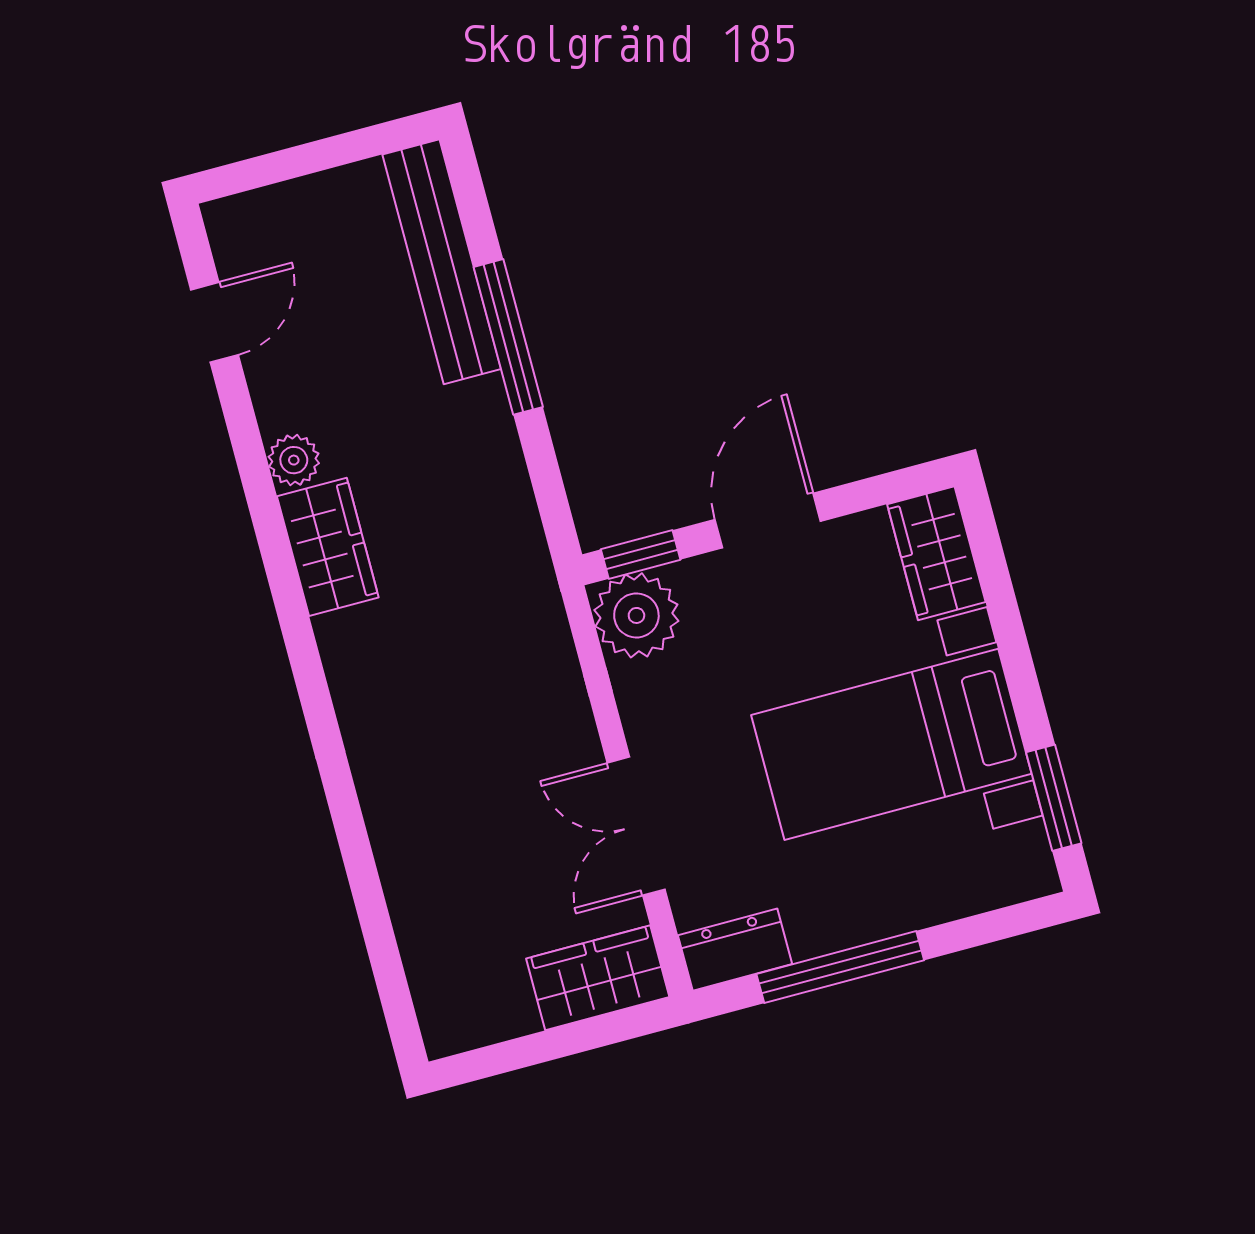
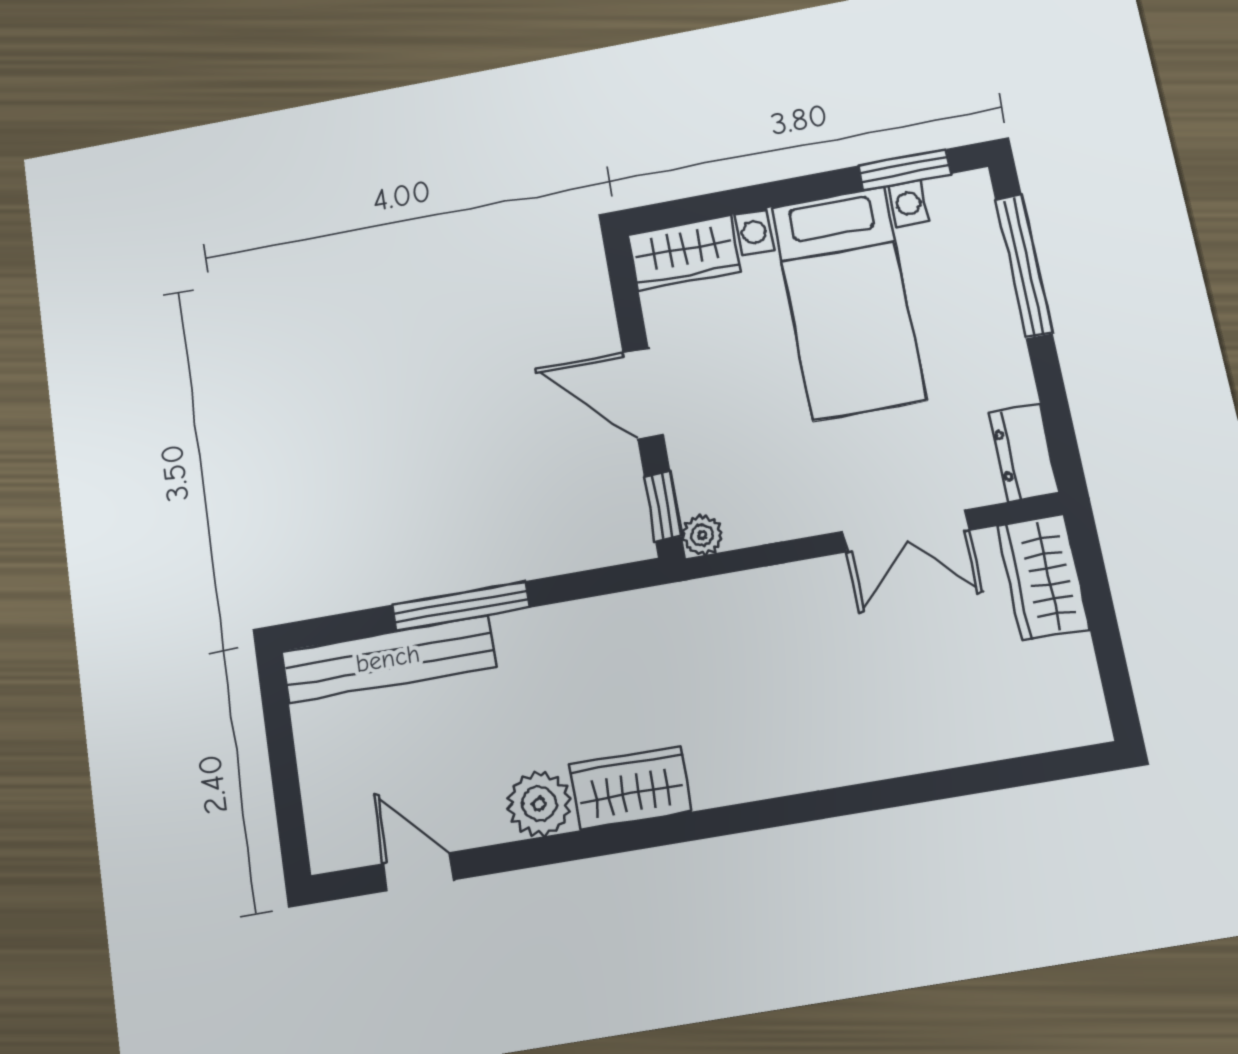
plant: (294, 460) -> (539, 804), width x1.38, depth x1.38
plant: (636, 615) -> (702, 535), width x0.53, depth x0.53
window: (840, 967) -> (1024, 266), moved

